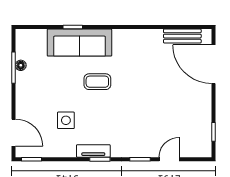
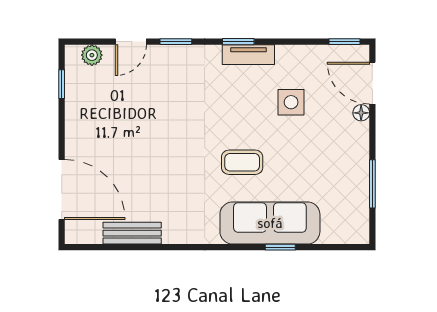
bench: (182, 36) -> (132, 233), moved
floor lamp: (21, 65) -> (361, 113), moved
plant: (194, 151) -> (92, 55), added

